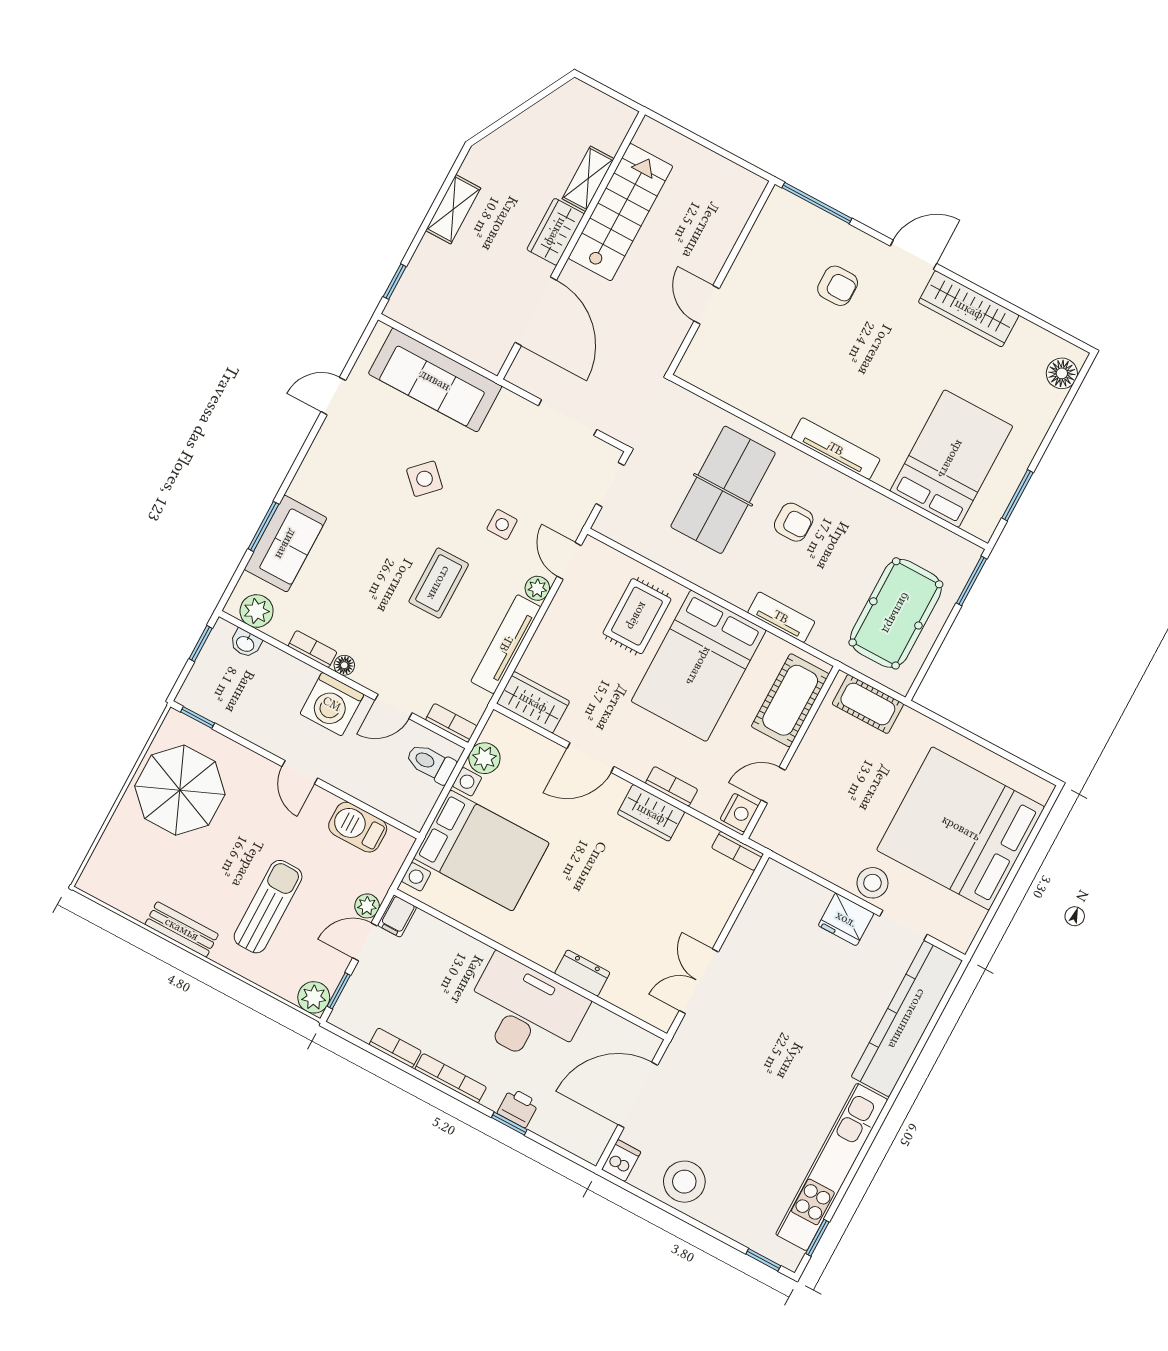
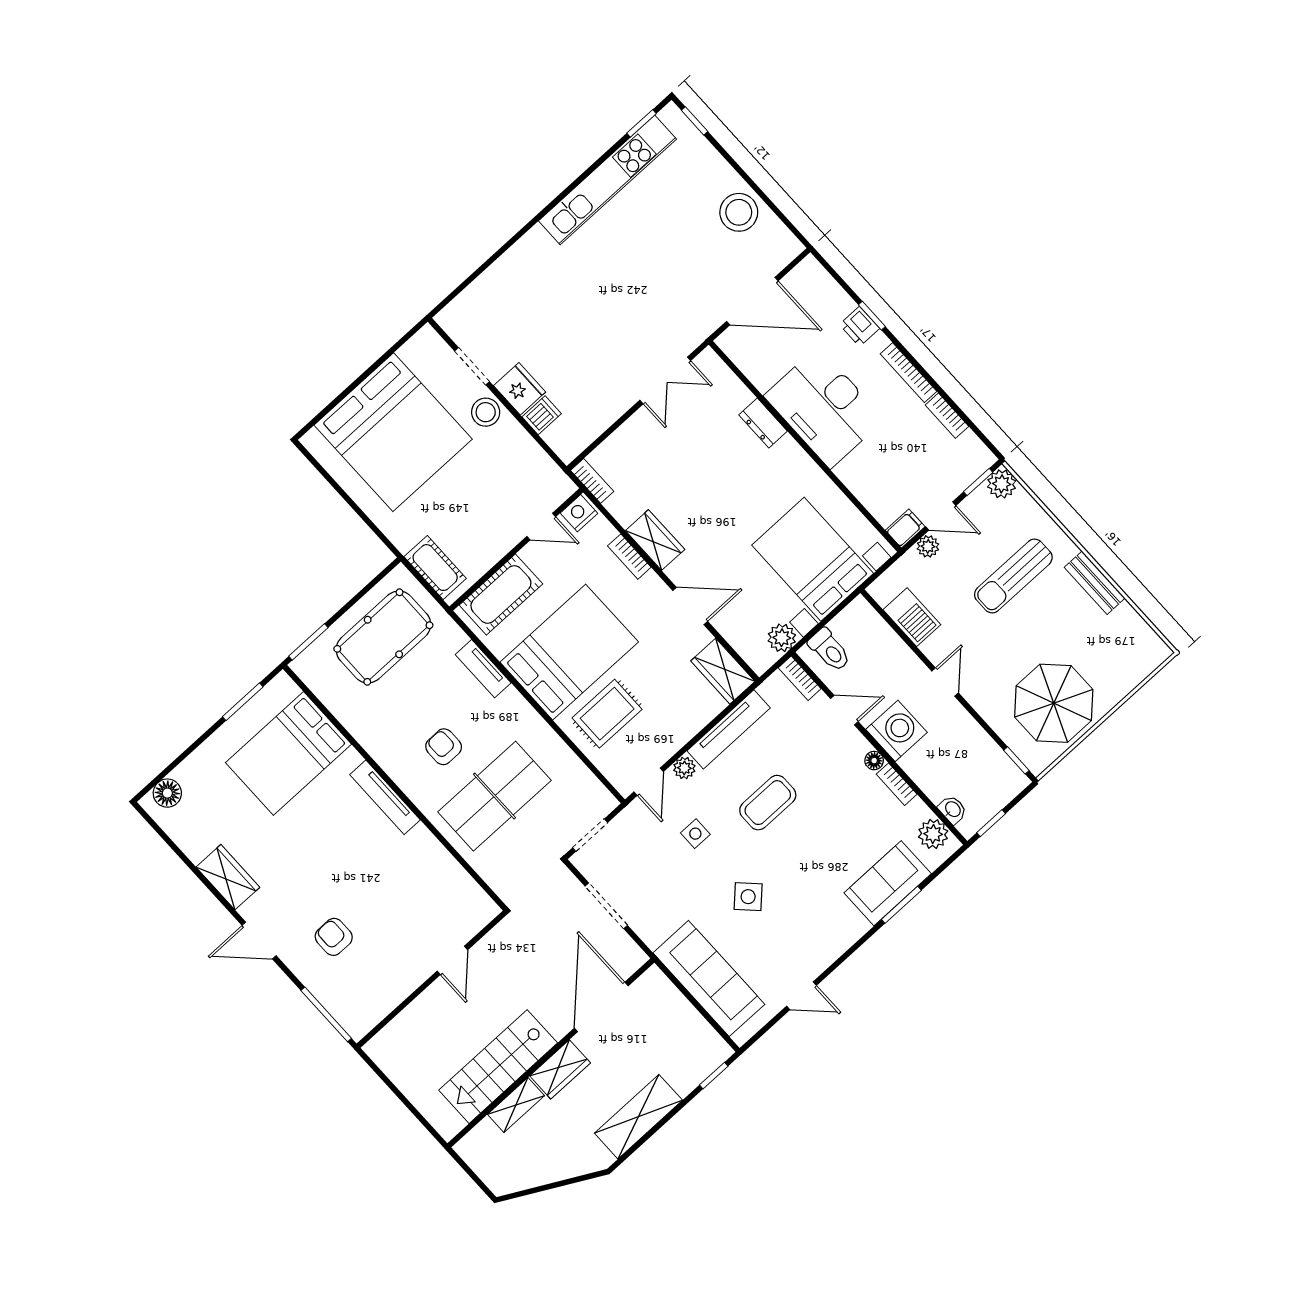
shelving: (453, 209) -> (638, 1117), width x1.50, depth x1.33
wardrobe: (969, 309) -> (228, 877), width x0.67
kitchen counter: (907, 1019) -> (498, 285), removed
dishwasher: (621, 1161) -> (542, 415), moved, turned 180

